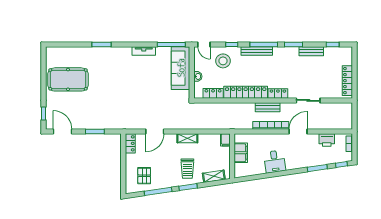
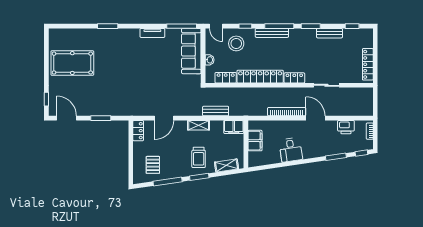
bench: (268, 107) -> (216, 111), moved
door: (298, 132) -> (315, 118), hinge flipped
filing cabinet: (225, 140) -> (234, 127), width x2.00

